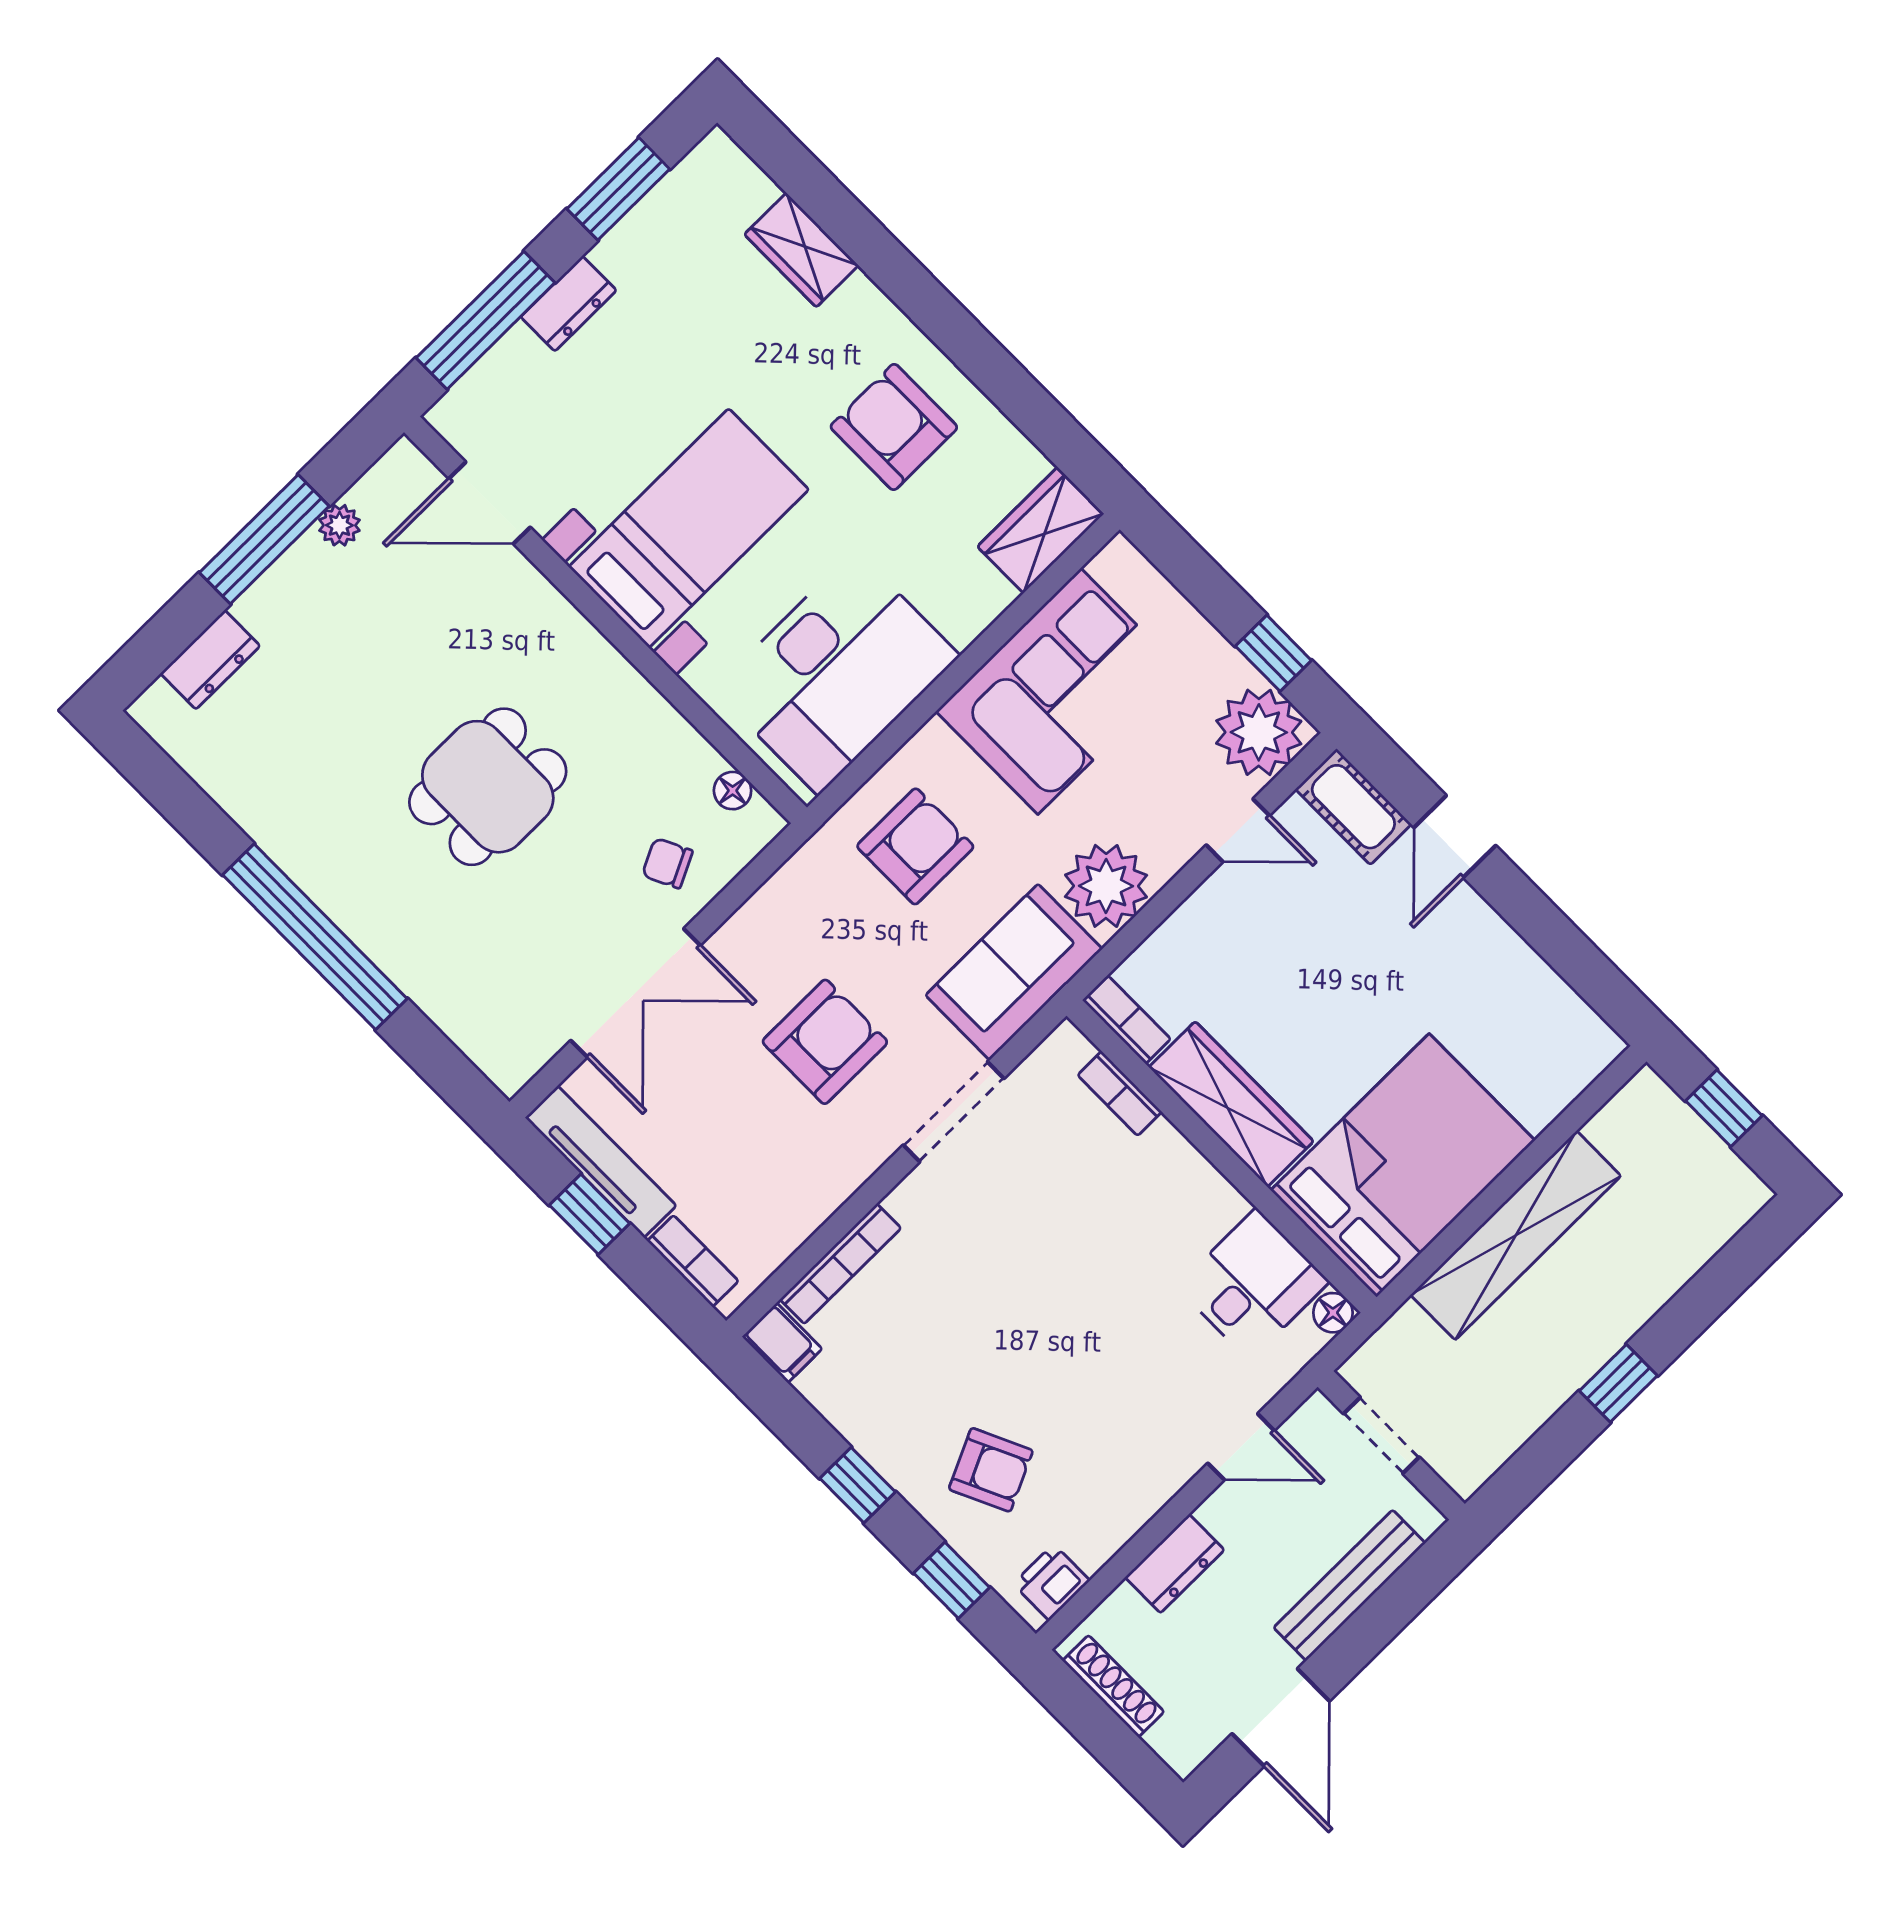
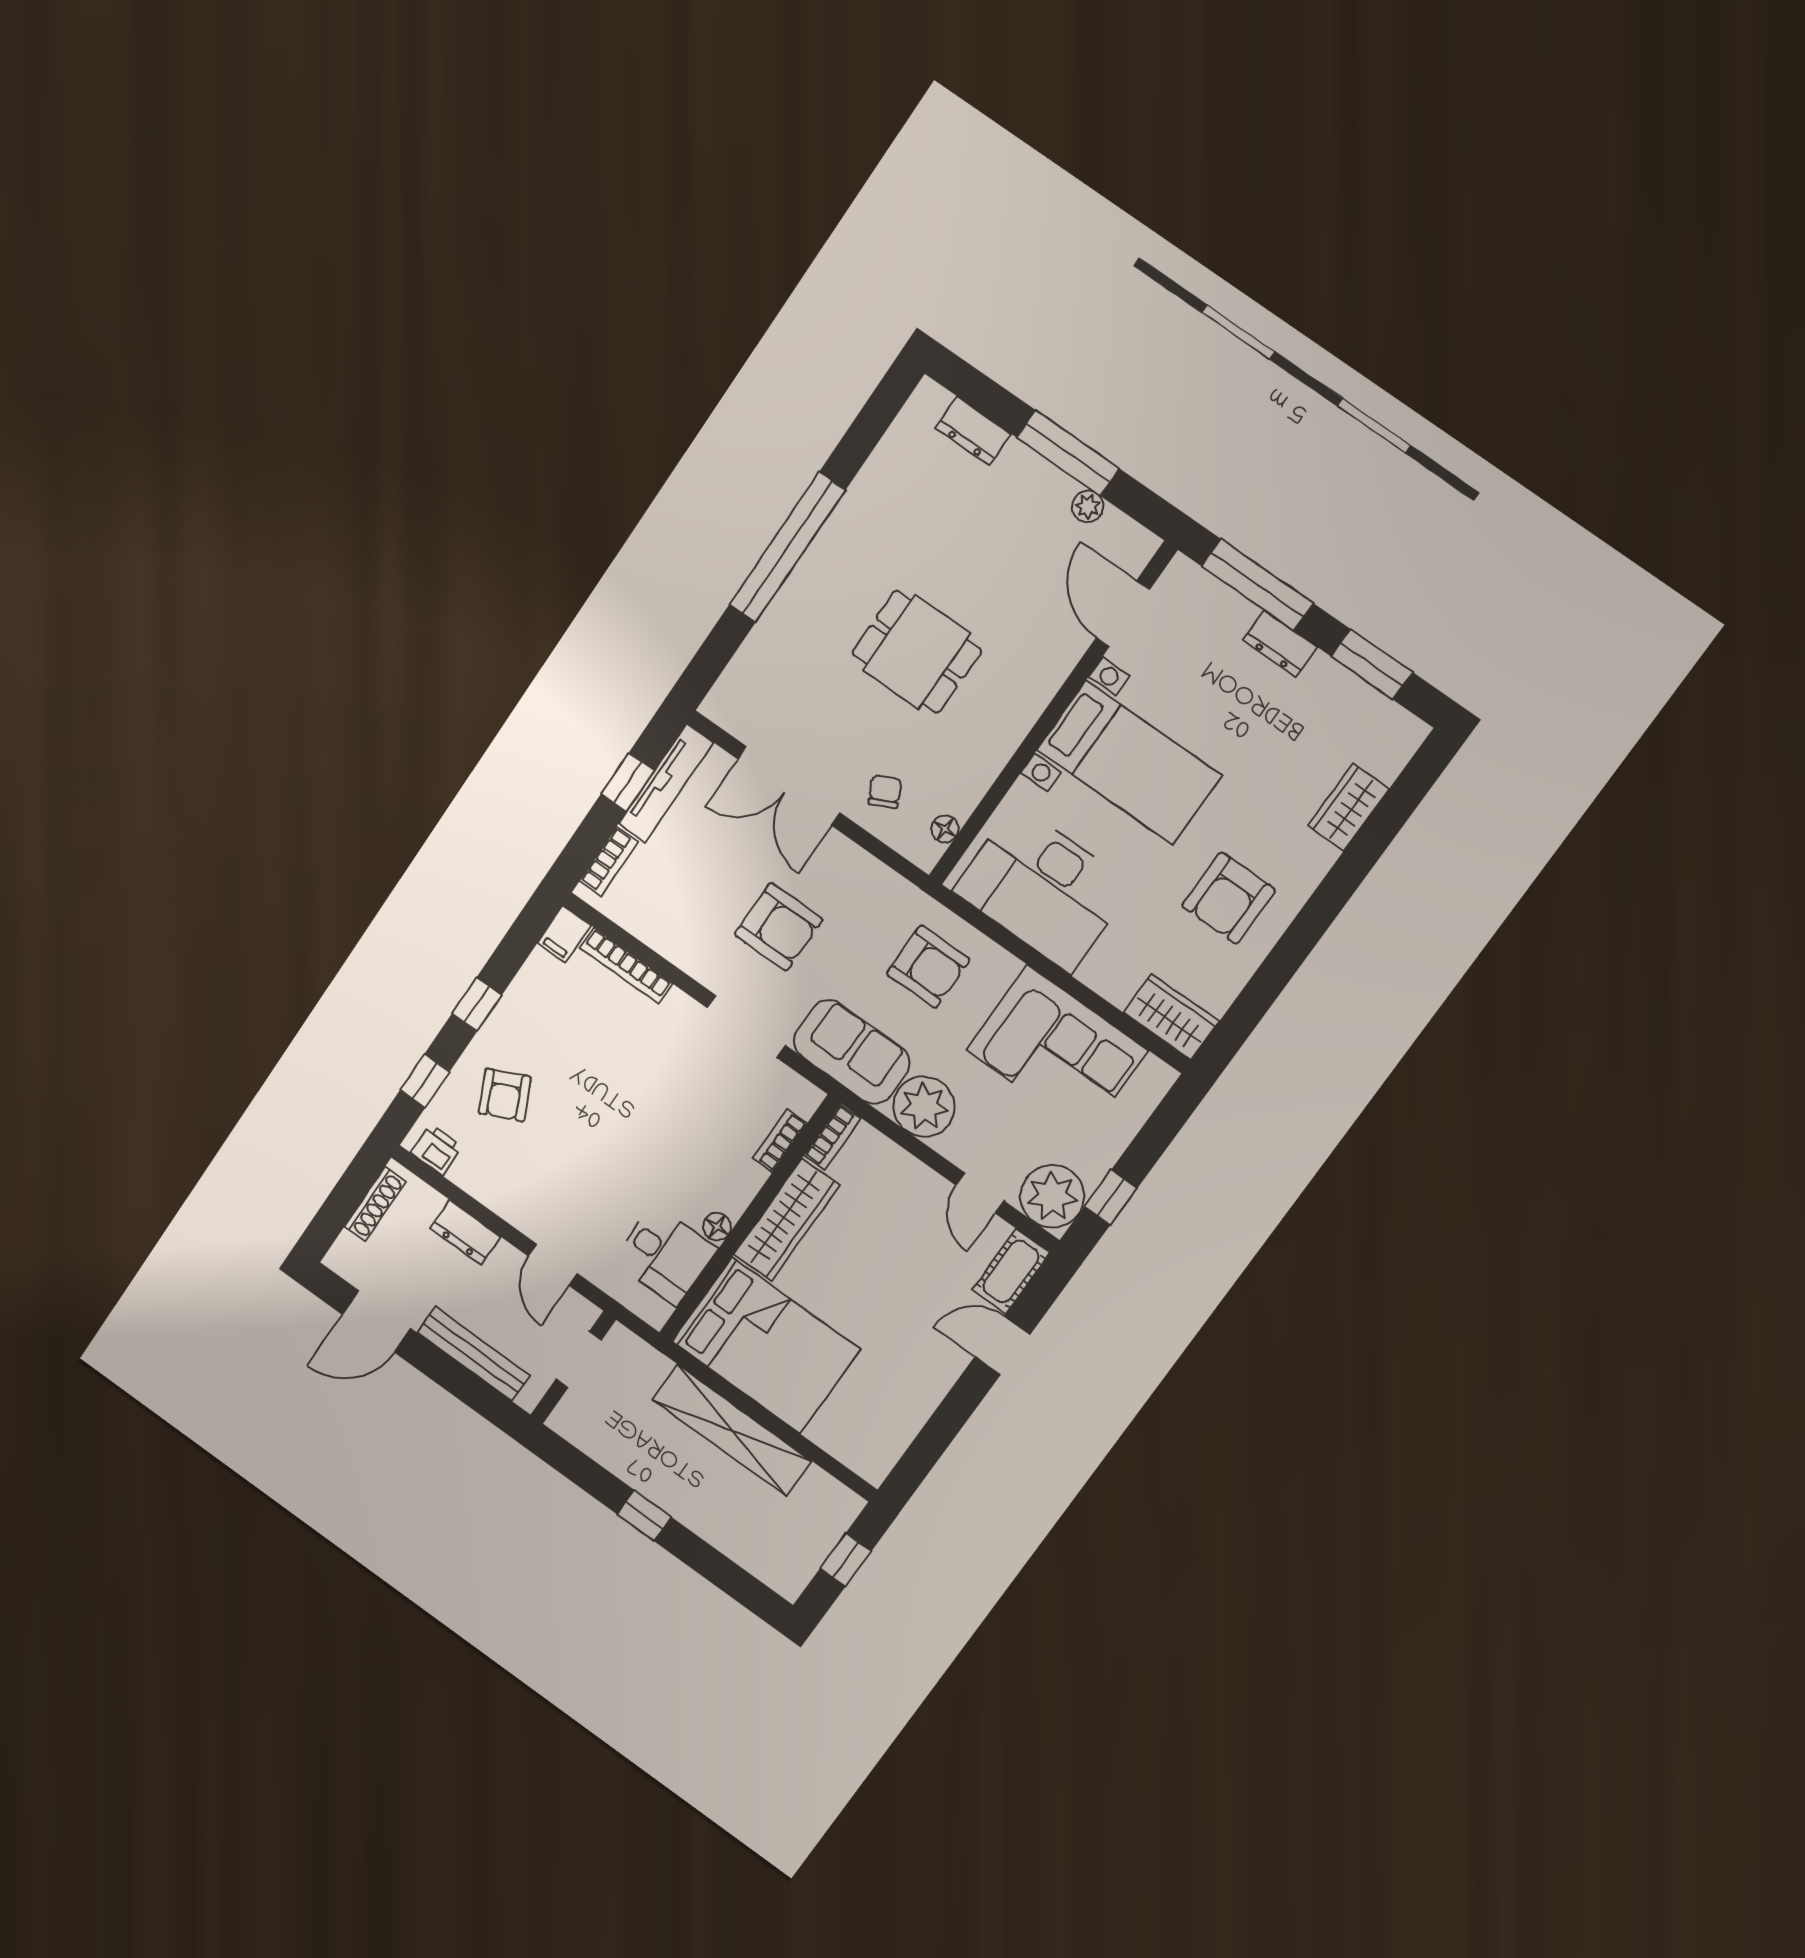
armchair: (894, 427) -> (1229, 898), turned 180
floor lamp: (1333, 1313) -> (717, 1227), moved

